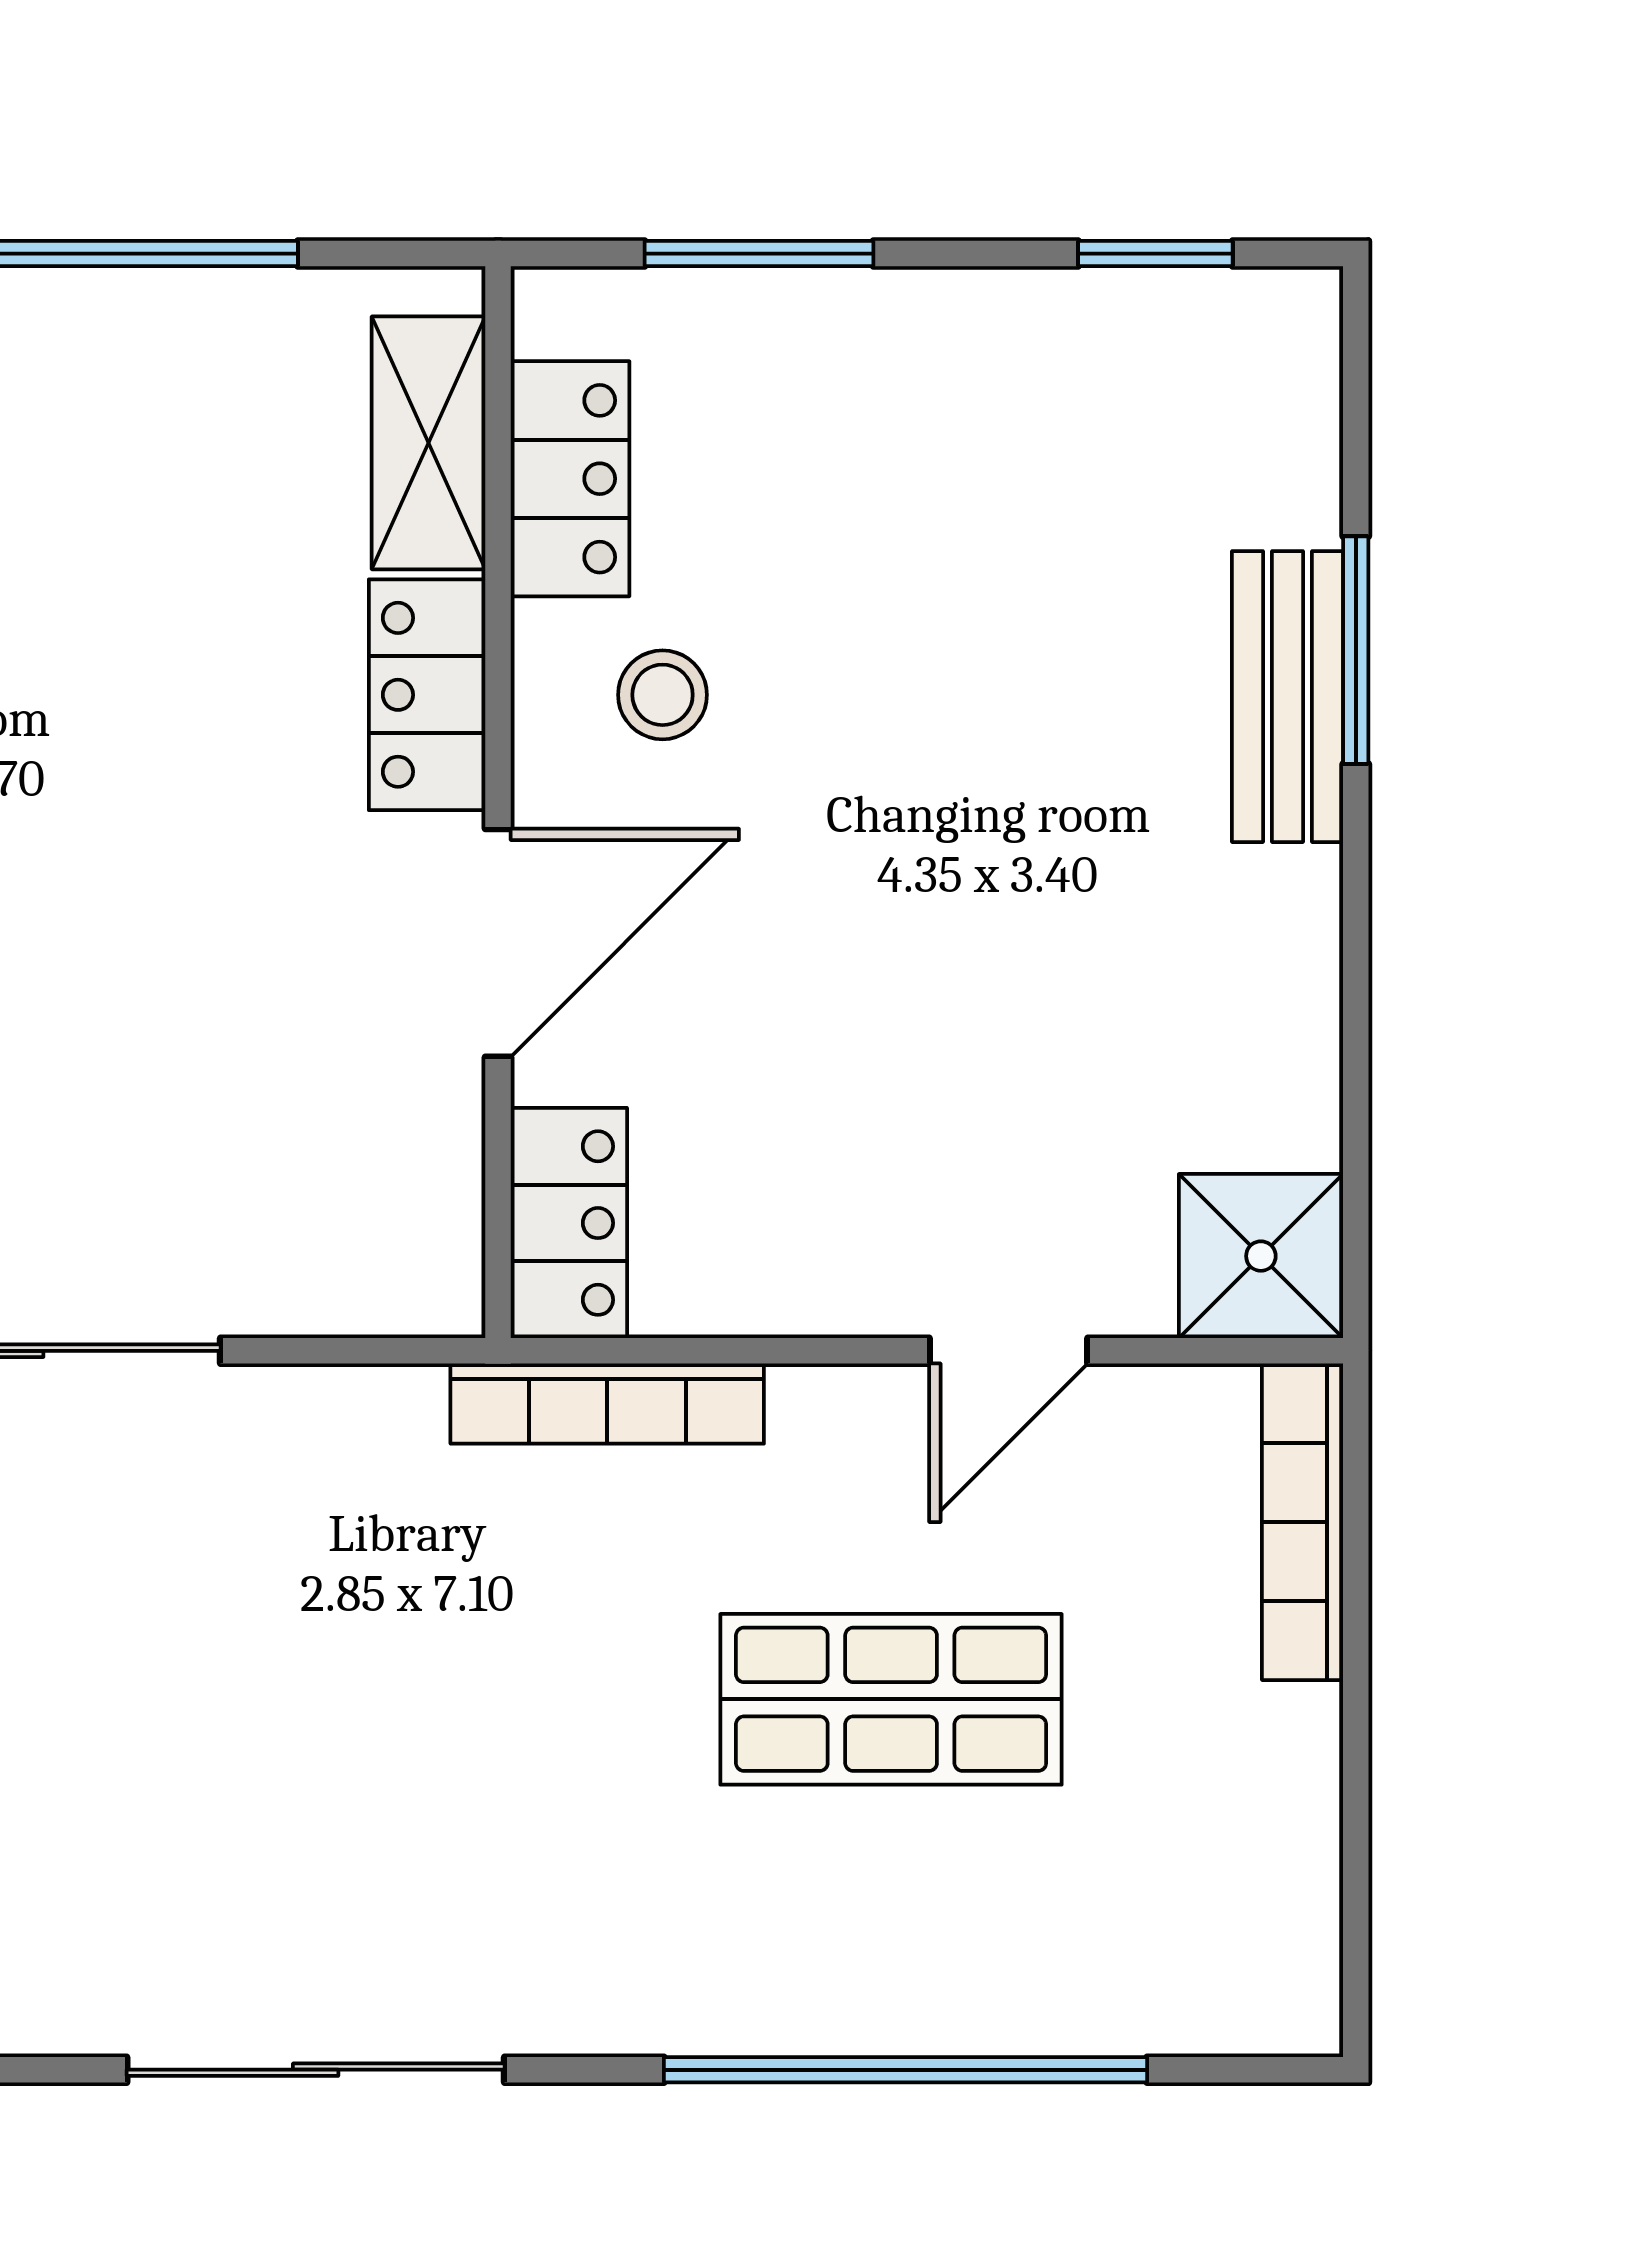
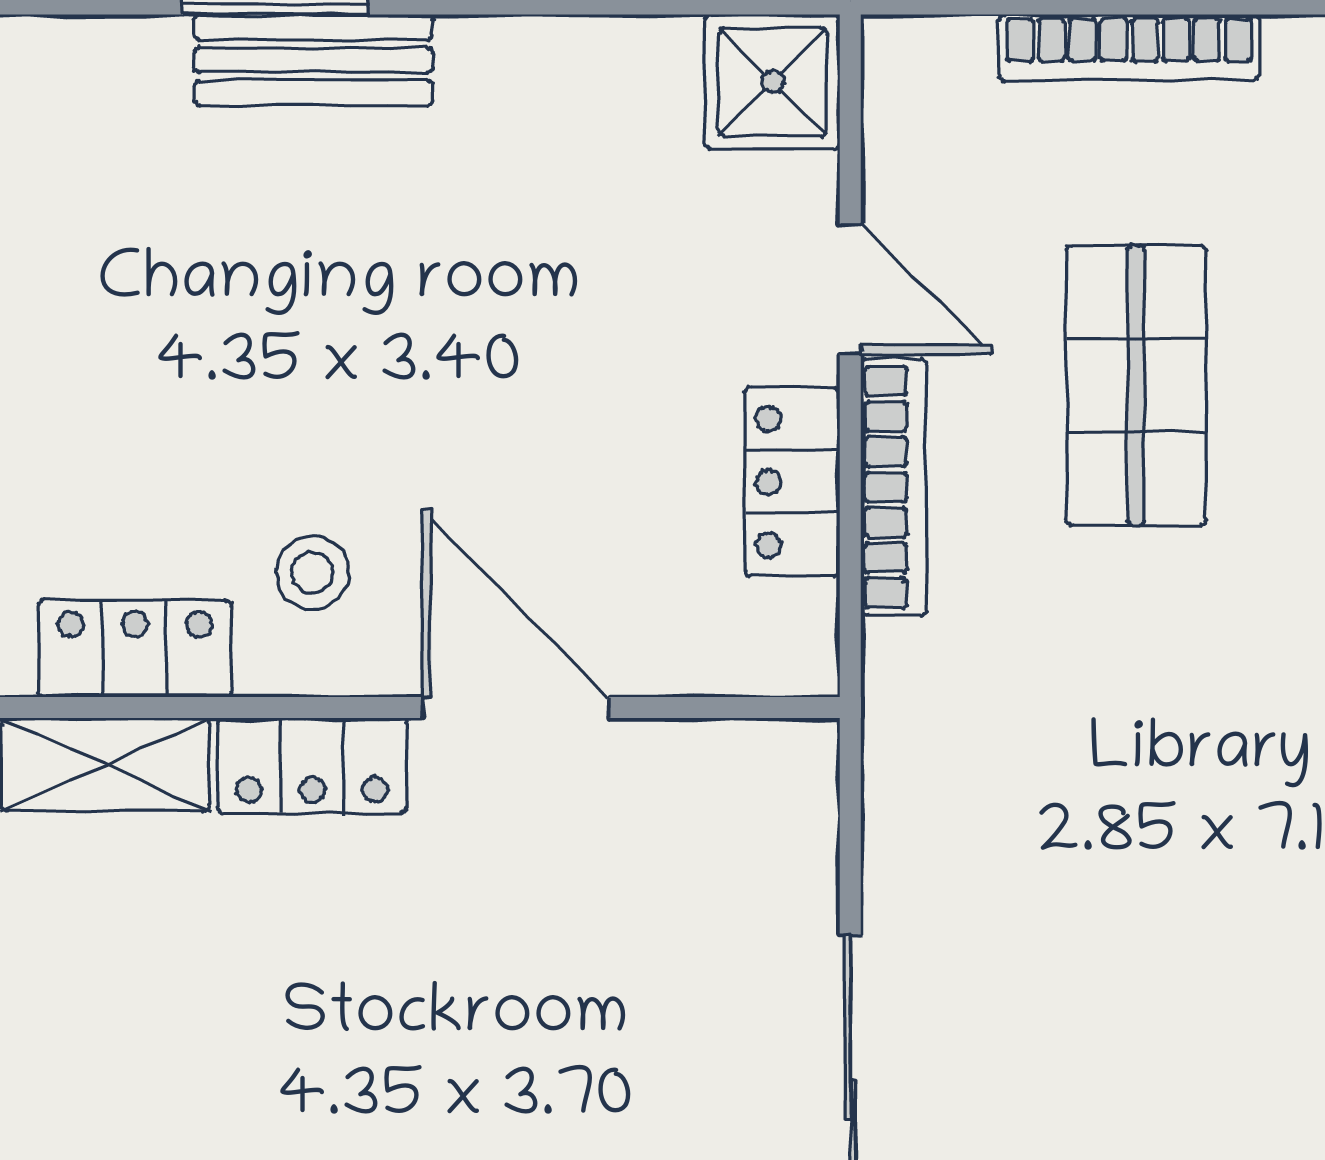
locker: (569, 1223) -> (792, 482), moved, turned -90
bookcase: (607, 1404) -> (894, 487), moved
bookcase: (1302, 1522) -> (1129, 48), moved

